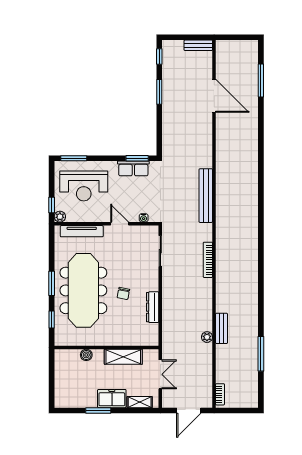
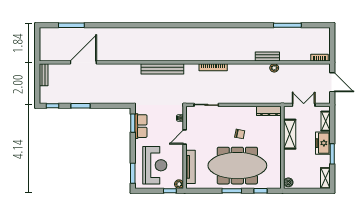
dresser: (153, 307) -> (269, 111), moved
boiler: (86, 355) -> (288, 182), moved
shelving: (68, 402) -> (325, 178), added

